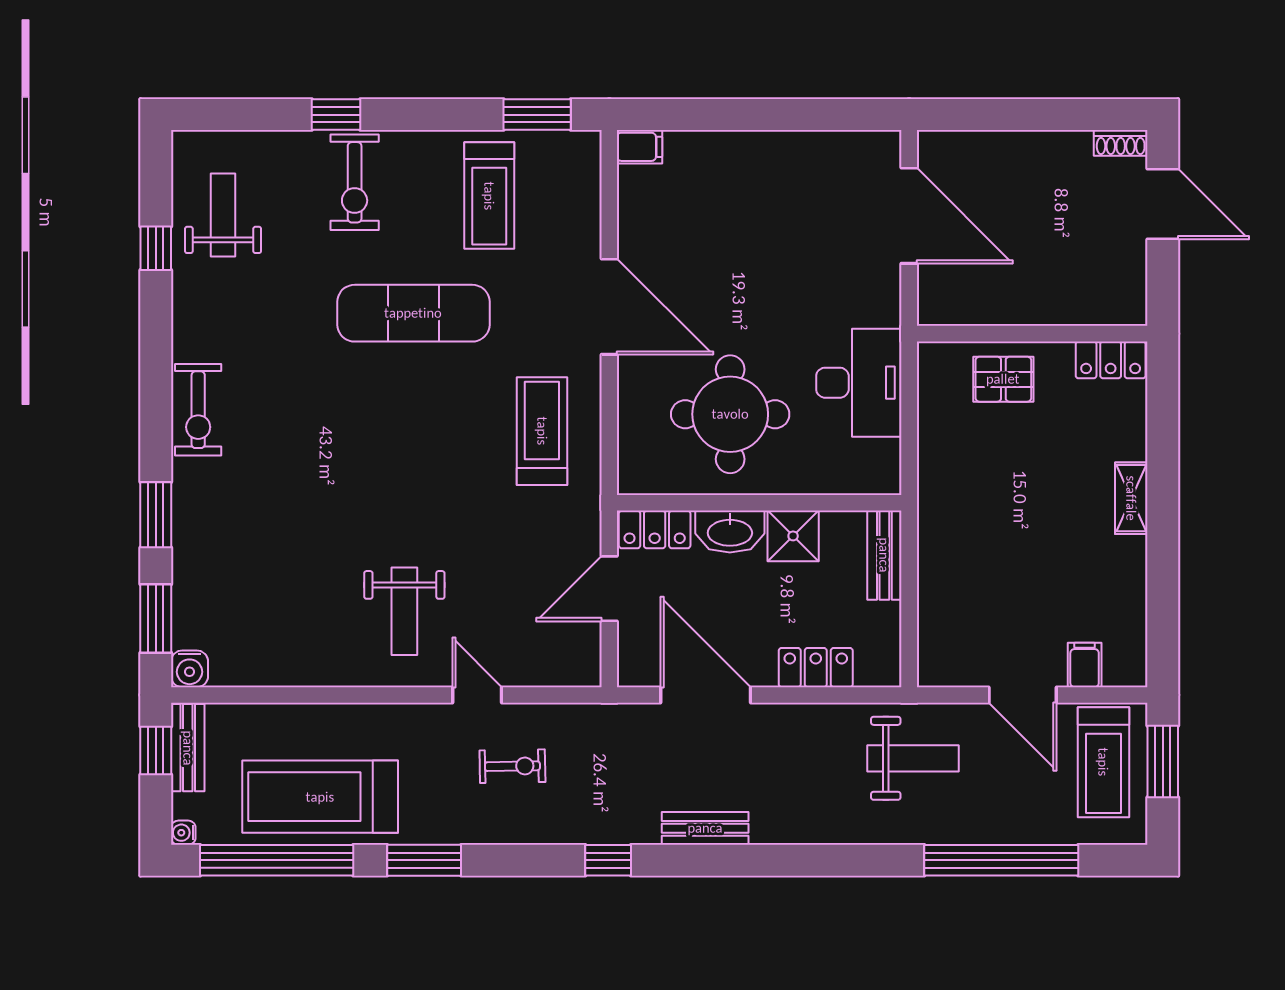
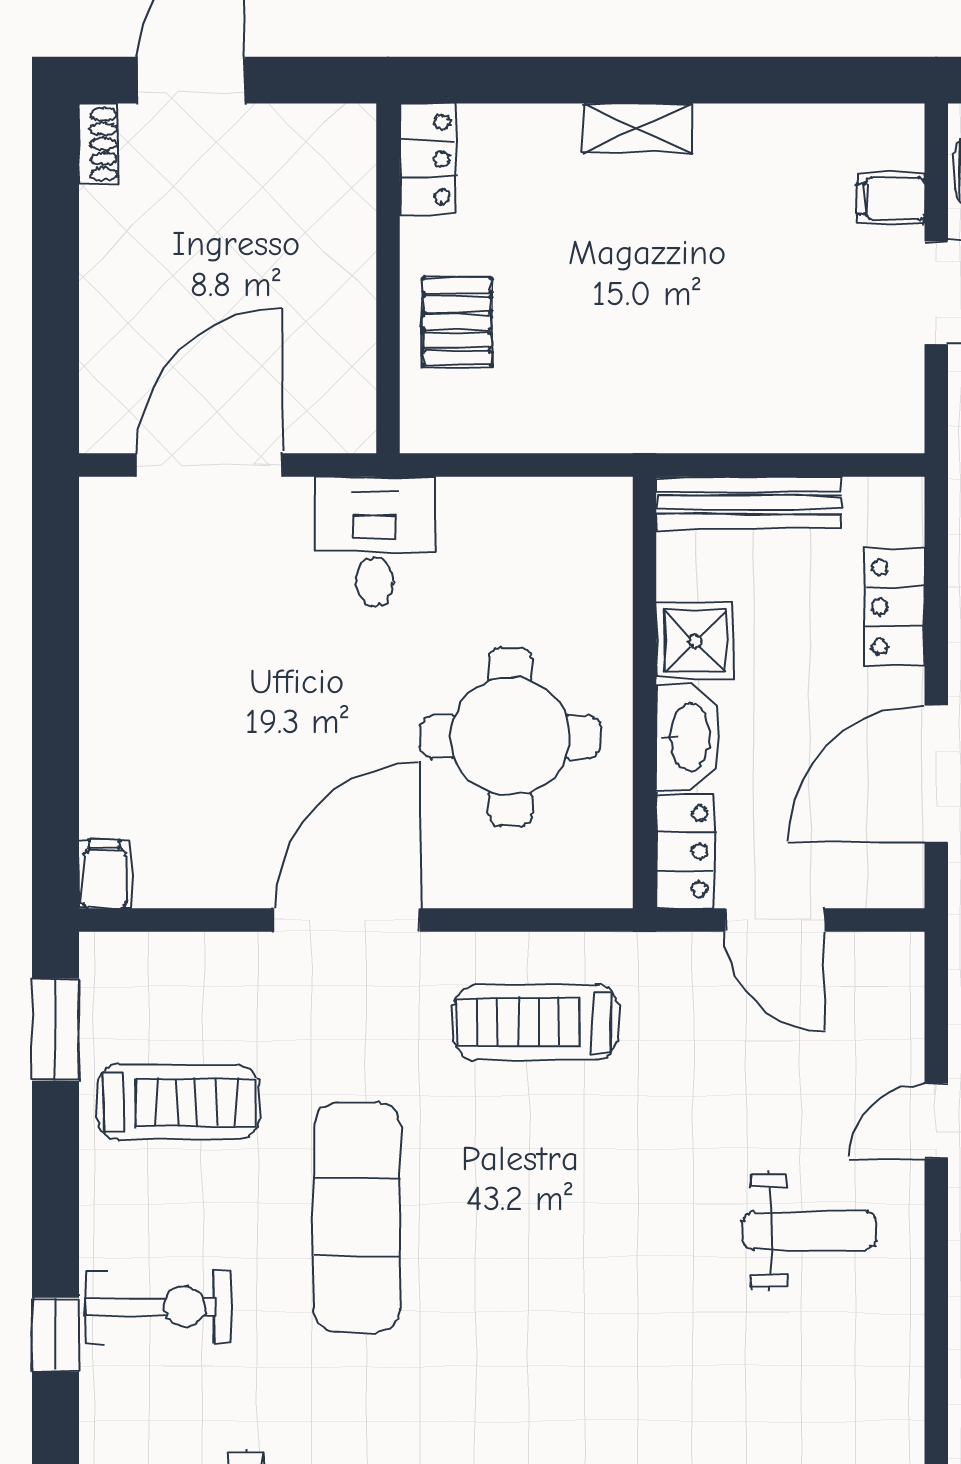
desk: (859, 383) -> (375, 541), moved, width x0.73
bench: (884, 555) -> (749, 503), width x1.36

